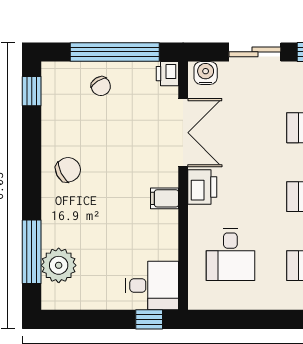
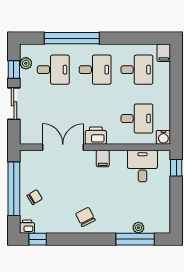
water cooler: (206, 73) -> (163, 137), moved, turned -90
printer: (167, 74) -> (27, 227), moved, turned 180
plant: (59, 265) -> (138, 228), width x0.53, depth x0.53
desk: (152, 286) -> (142, 166), moved

